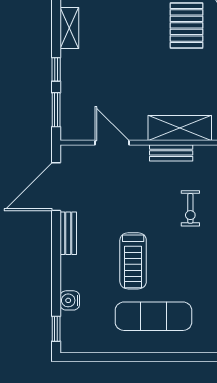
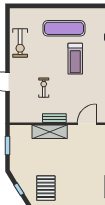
door: (112, 143) -> (87, 124), swing flipped
treadmill: (133, 261) -> (75, 59), turned 180

